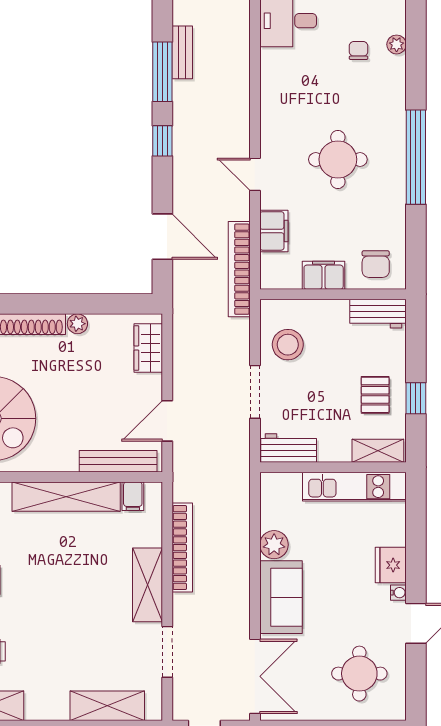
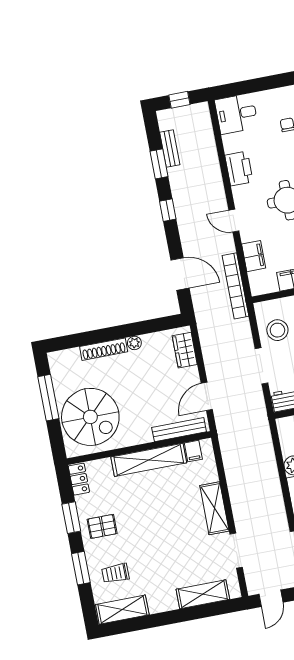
window: (162, 72) -> (159, 164), width x0.69
printer: (277, 100) -> (239, 168), added
bookcase: (182, 548) -> (233, 479), removed

